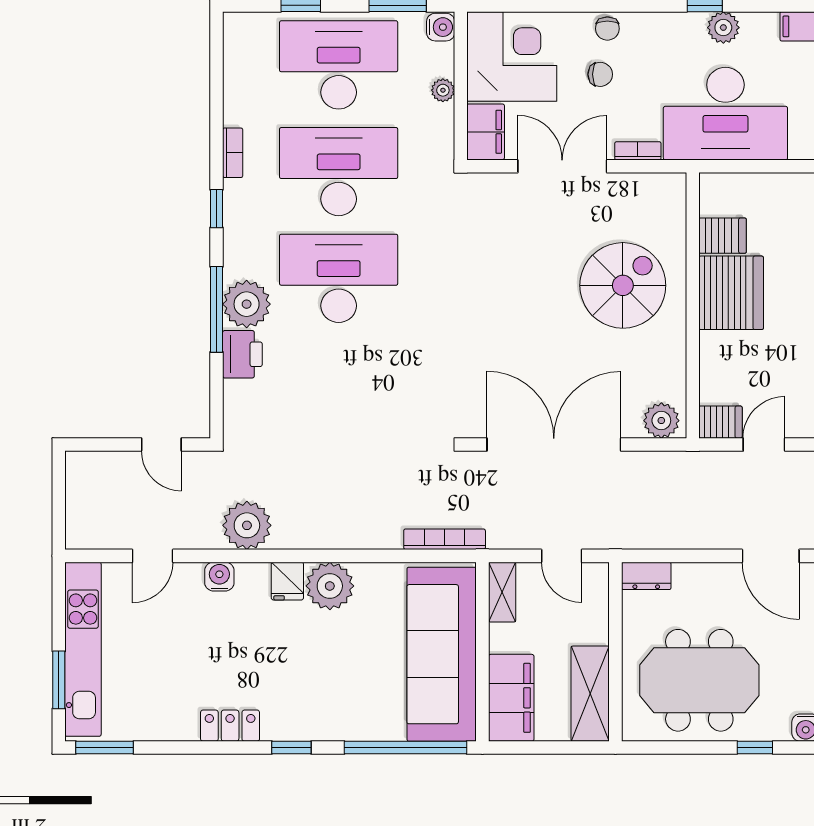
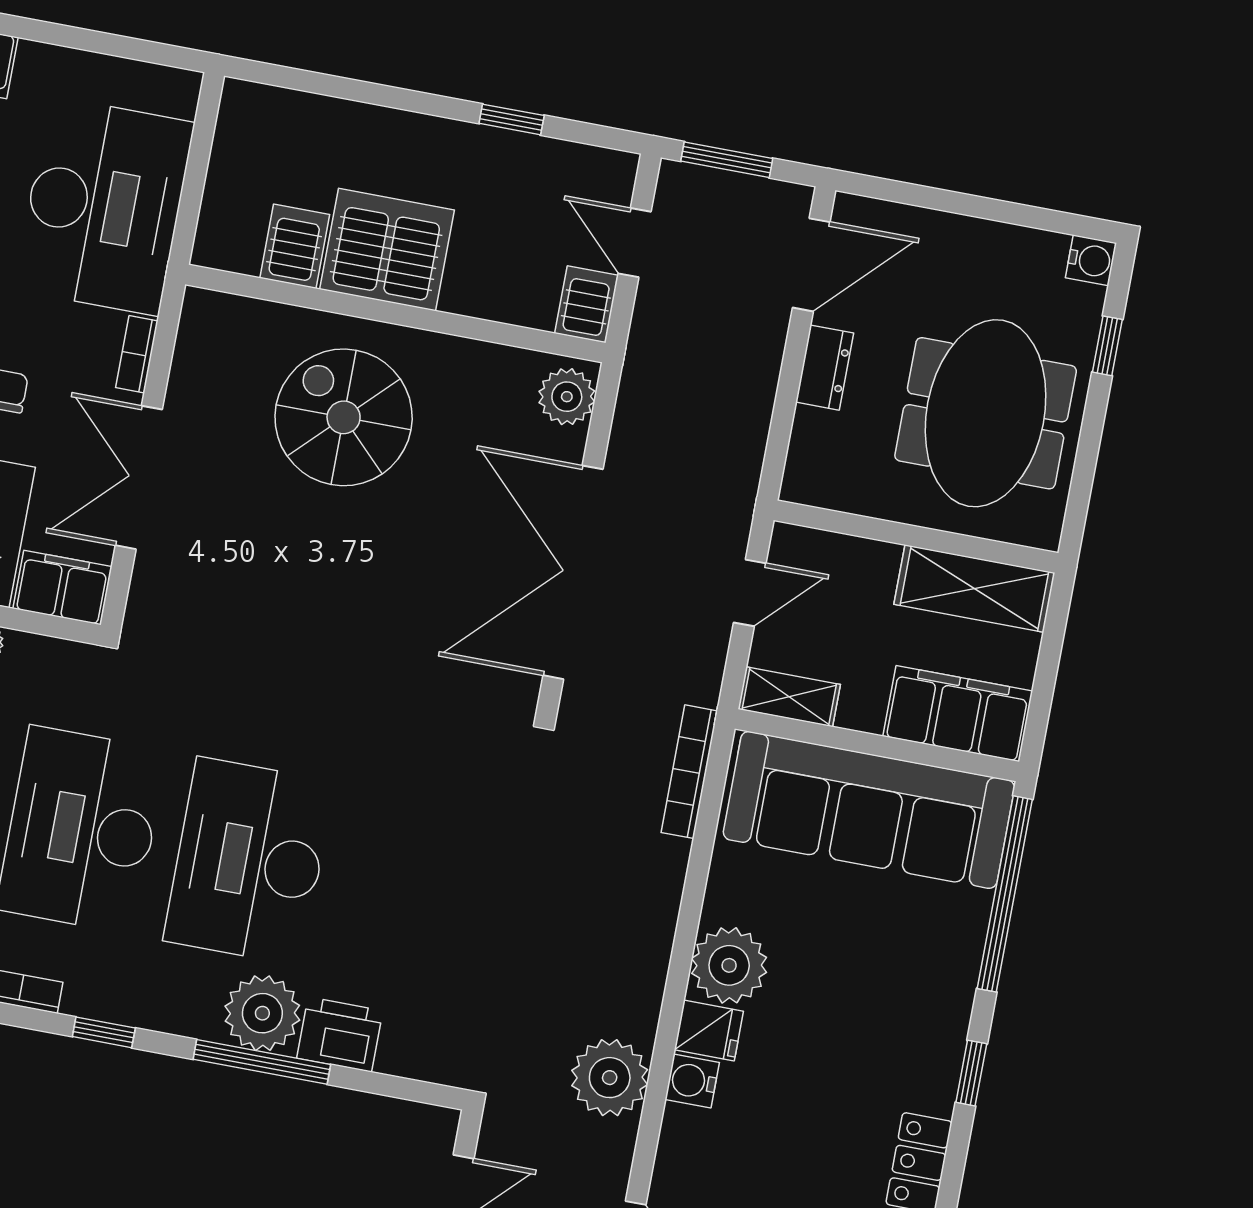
dresser: (646, 576) -> (825, 368), moved
water cooler: (219, 577) -> (692, 1081), moved

